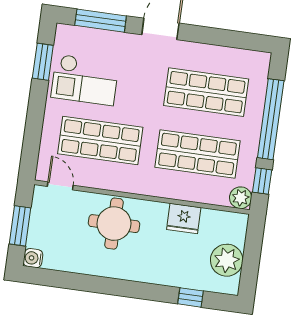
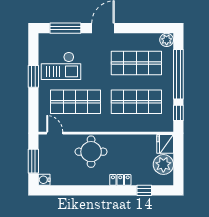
window: (43, 62) -> (33, 76), moved
plant: (241, 198) -> (167, 40), moved
fridge: (184, 218) -> (165, 144), moved, turned 90
locker: (154, 275) -> (120, 180), added

